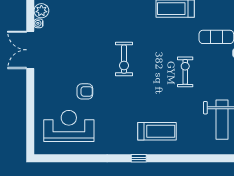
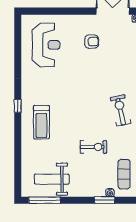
exercise bike: (124, 59) -> (121, 110), moved, turned 77
armchair: (85, 91) -> (92, 42), moved, turned -90

